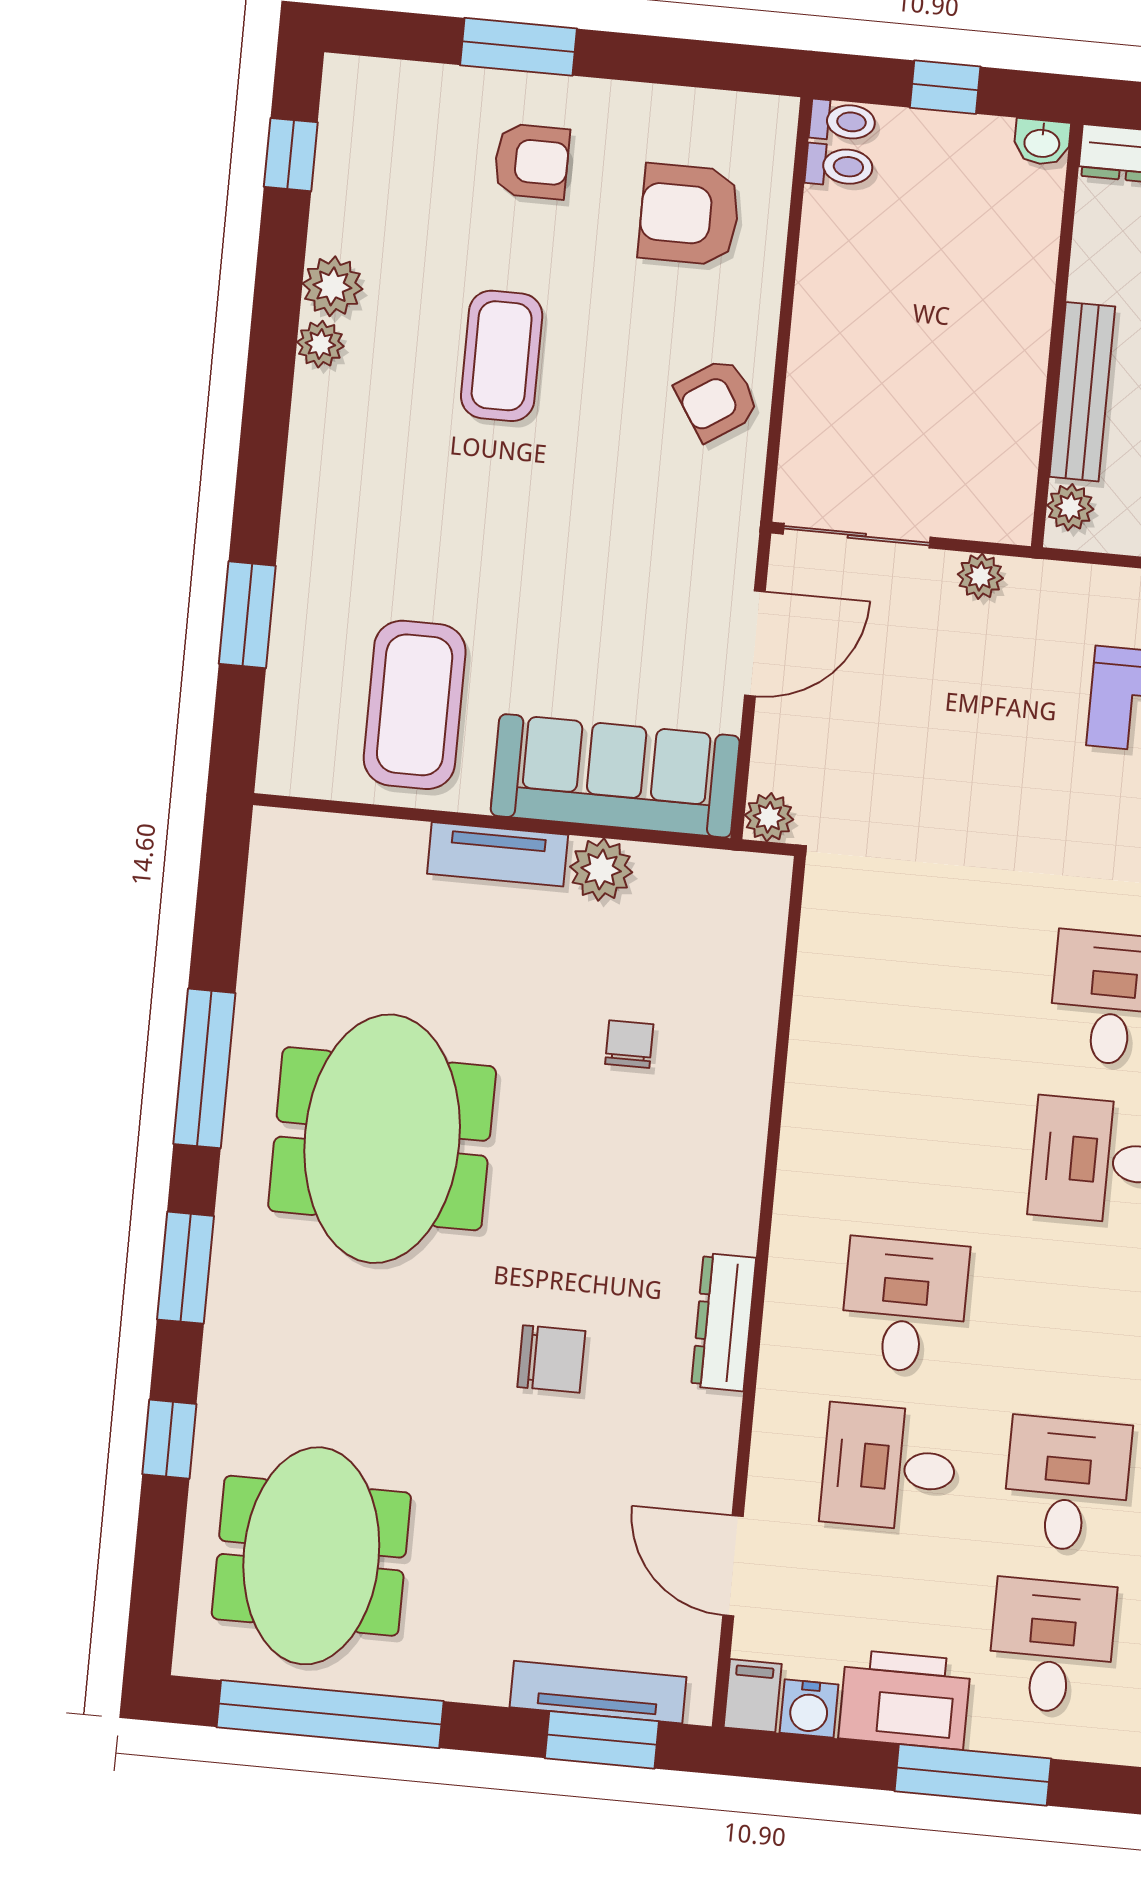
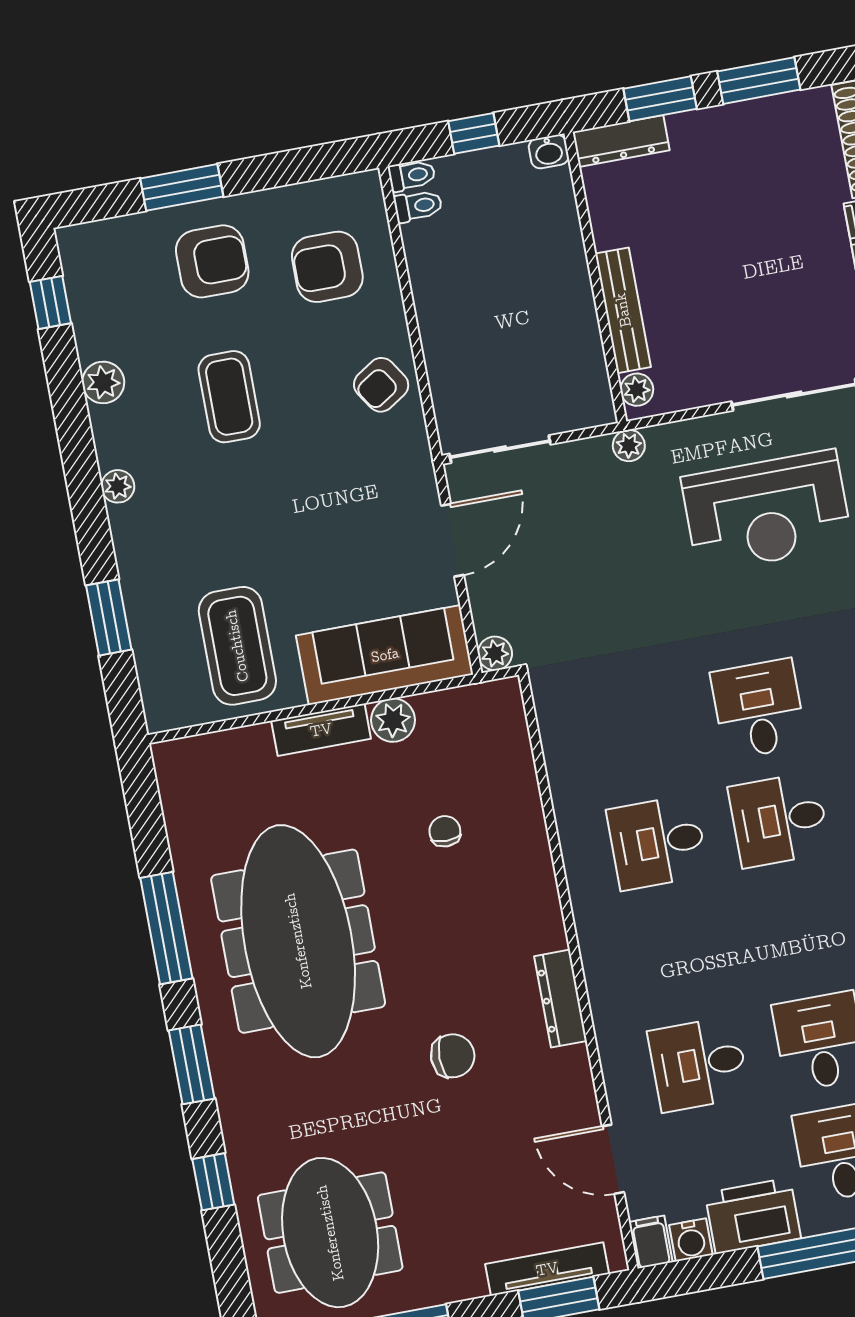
armchair: (532, 161) -> (212, 261), width x1.38, depth x1.38
plant: (320, 344) -> (118, 486), moved
plant: (980, 576) -> (629, 446), moved
meeting table: (382, 1139) -> (298, 941), width x1.36
desk: (904, 1306) -> (657, 842), moved, turned -90

